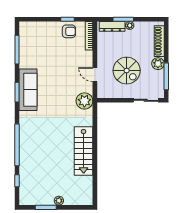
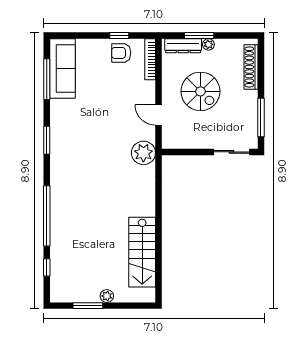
armchair: (69, 31) -> (121, 53), turned 180
plant: (158, 64) -> (249, 99), removed
spiral stairs: (127, 71) -> (200, 91), moved
sofa: (28, 90) -> (62, 68), moved
stairs: (84, 151) -> (142, 252), moved

